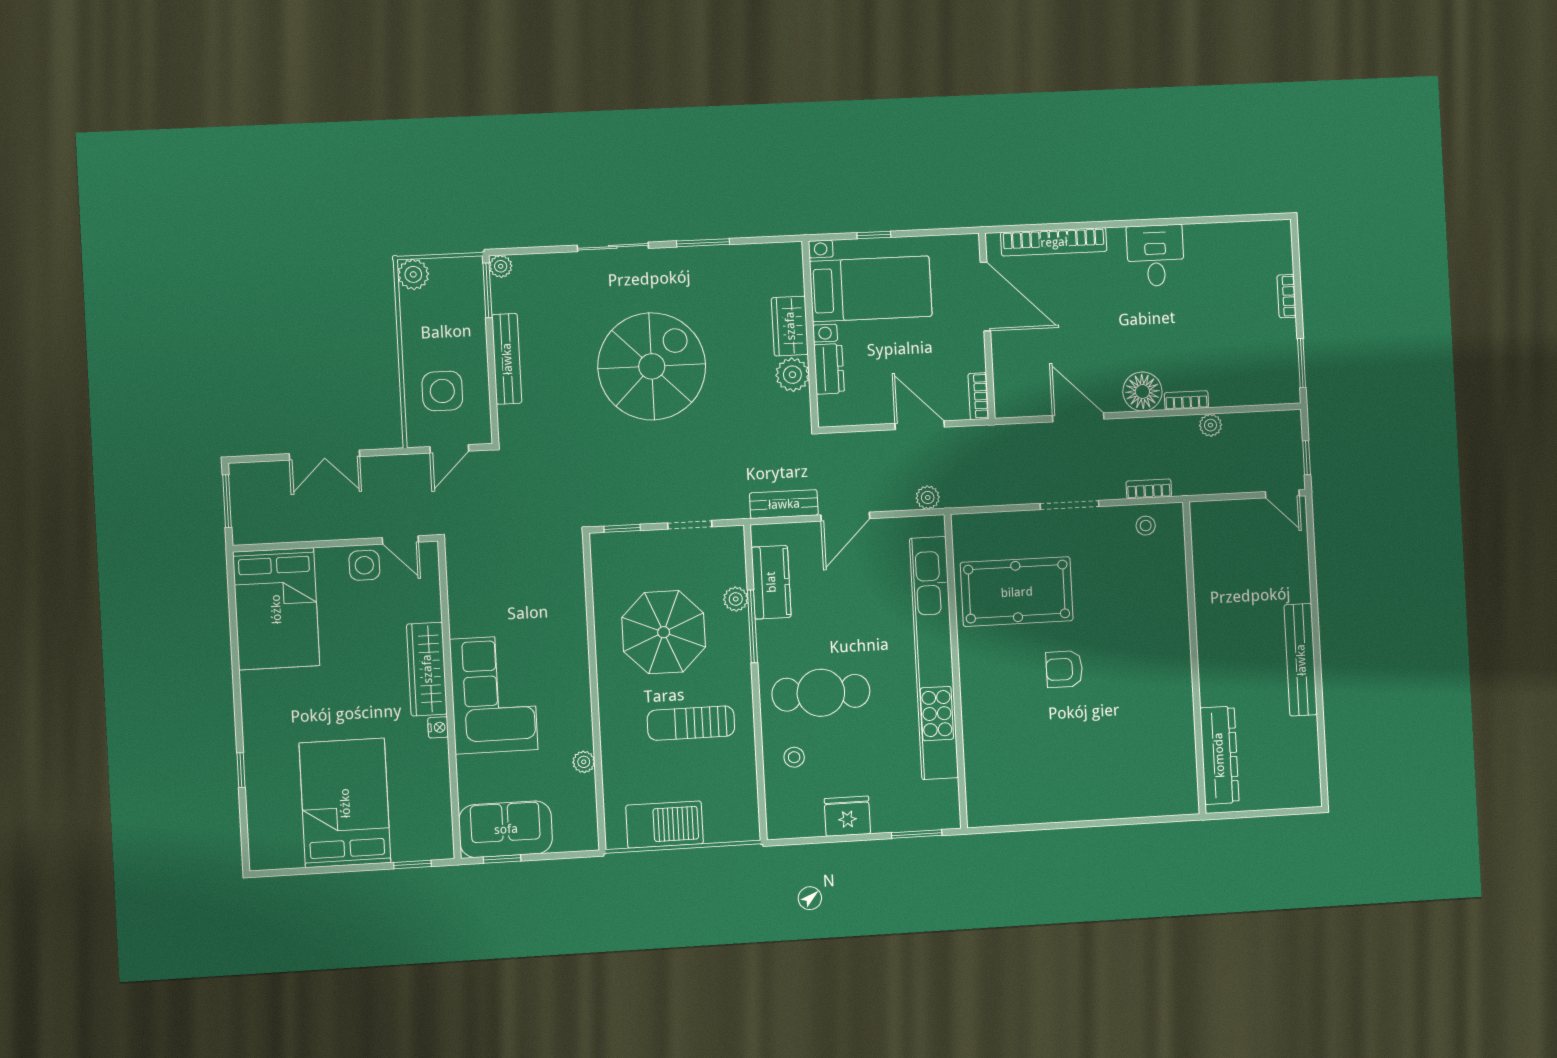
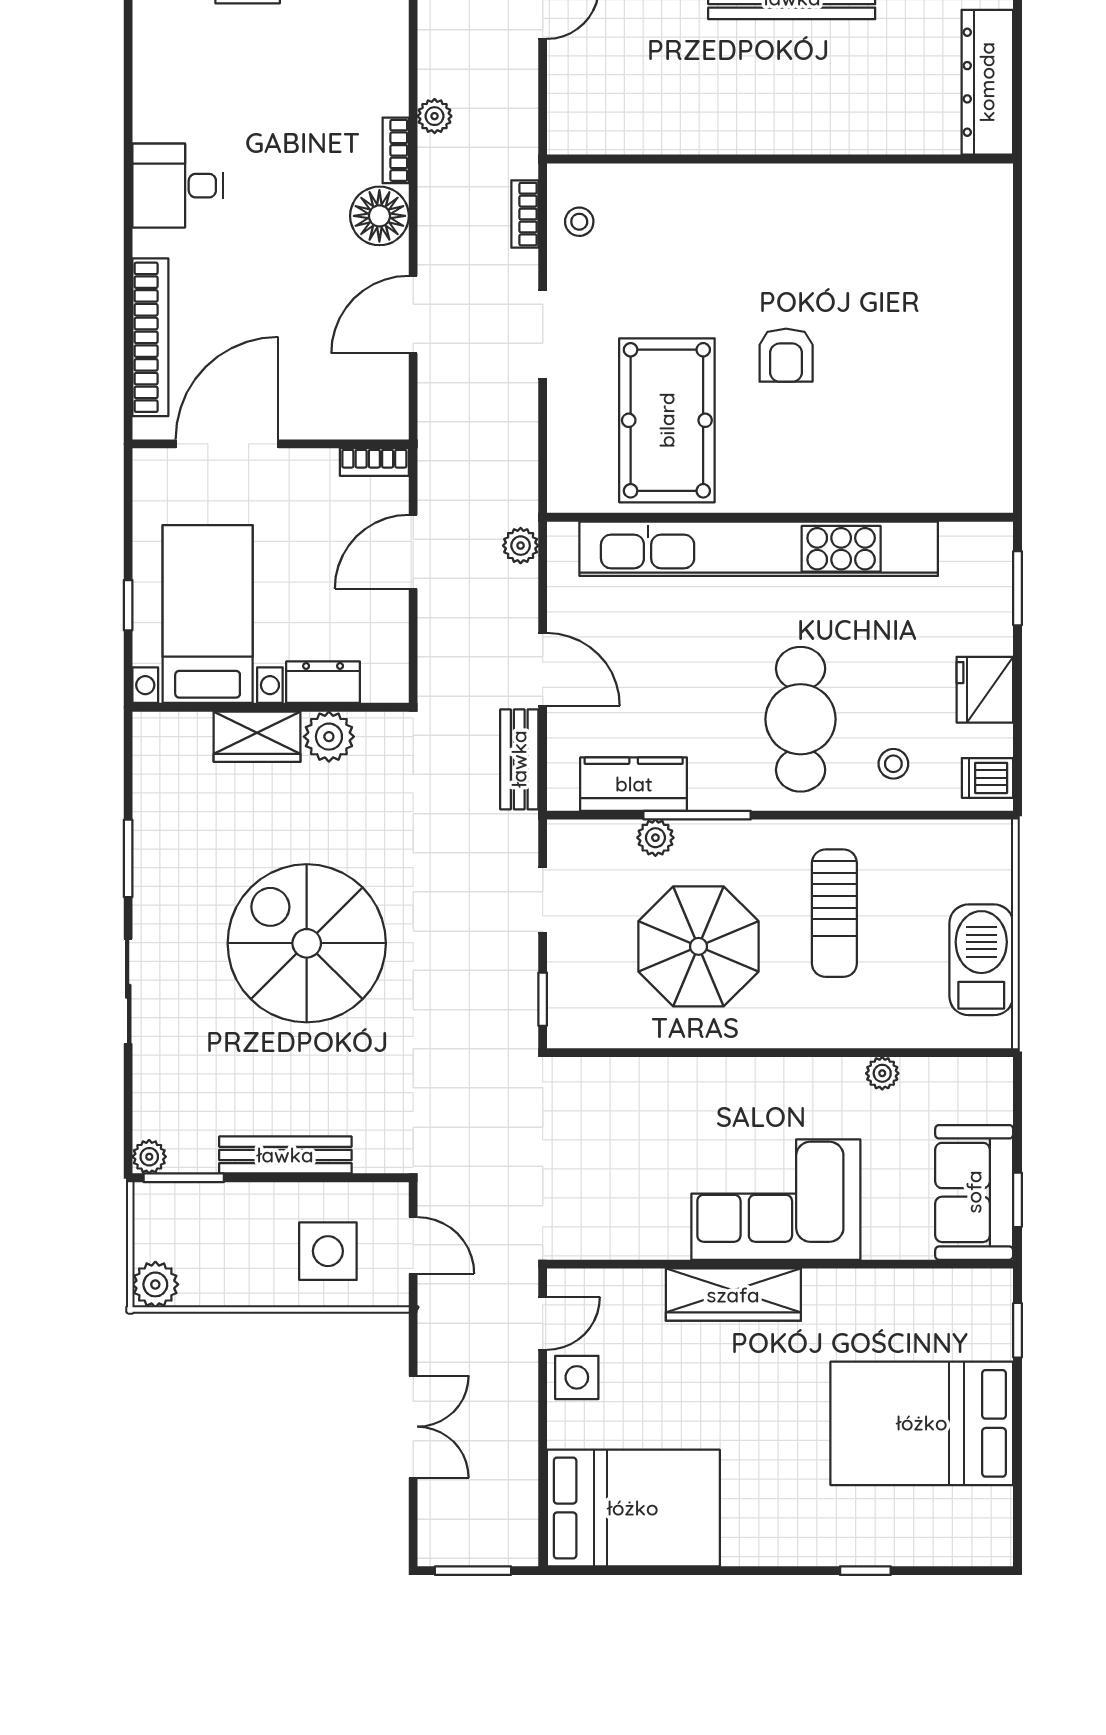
nightstand: (438, 727) -> (820, 1283), removed
dresser: (1219, 755) -> (987, 82), moved, turned -90
dishwasher: (788, 821) -> (988, 778), added

